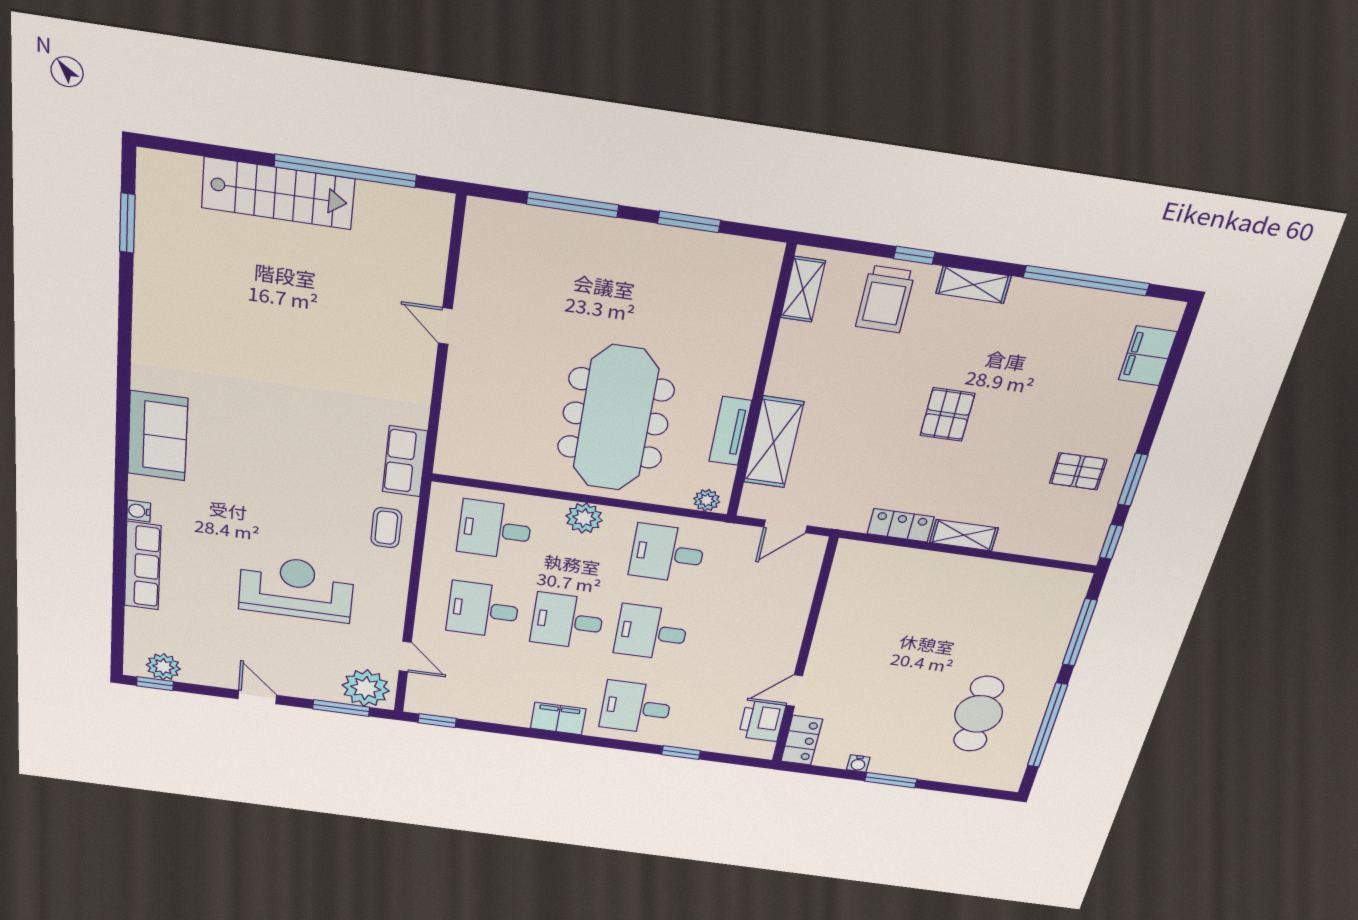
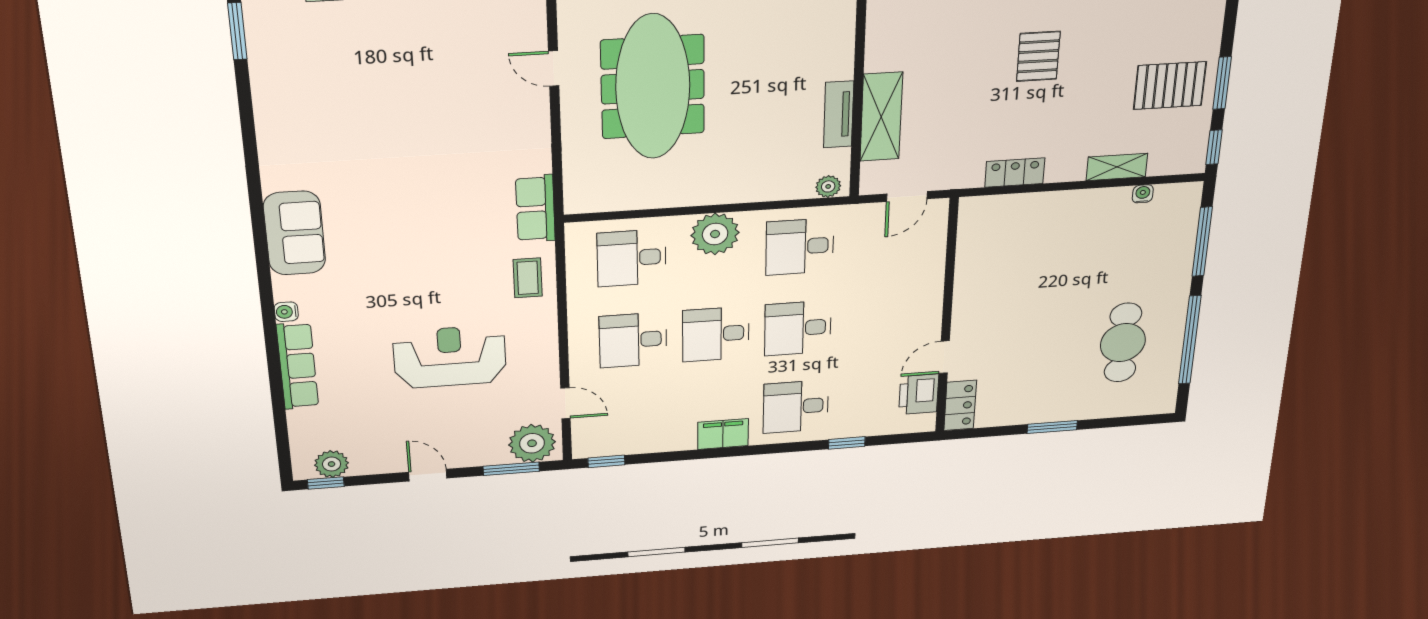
meeting table: (616, 419) -> (653, 87), moved
pallet: (1078, 471) -> (1170, 86), width x1.50, depth x1.42
plant: (584, 518) -> (715, 234), width x1.36, depth x1.36
shelving: (964, 535) -> (1117, 167), moved
water cooler: (858, 764) -> (1143, 194), moved, turned 180

